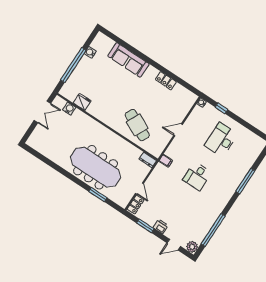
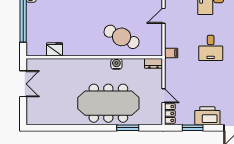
water cooler: (69, 109) -> (116, 64), moved
printer: (161, 226) -> (207, 116), width x1.87, depth x1.48

